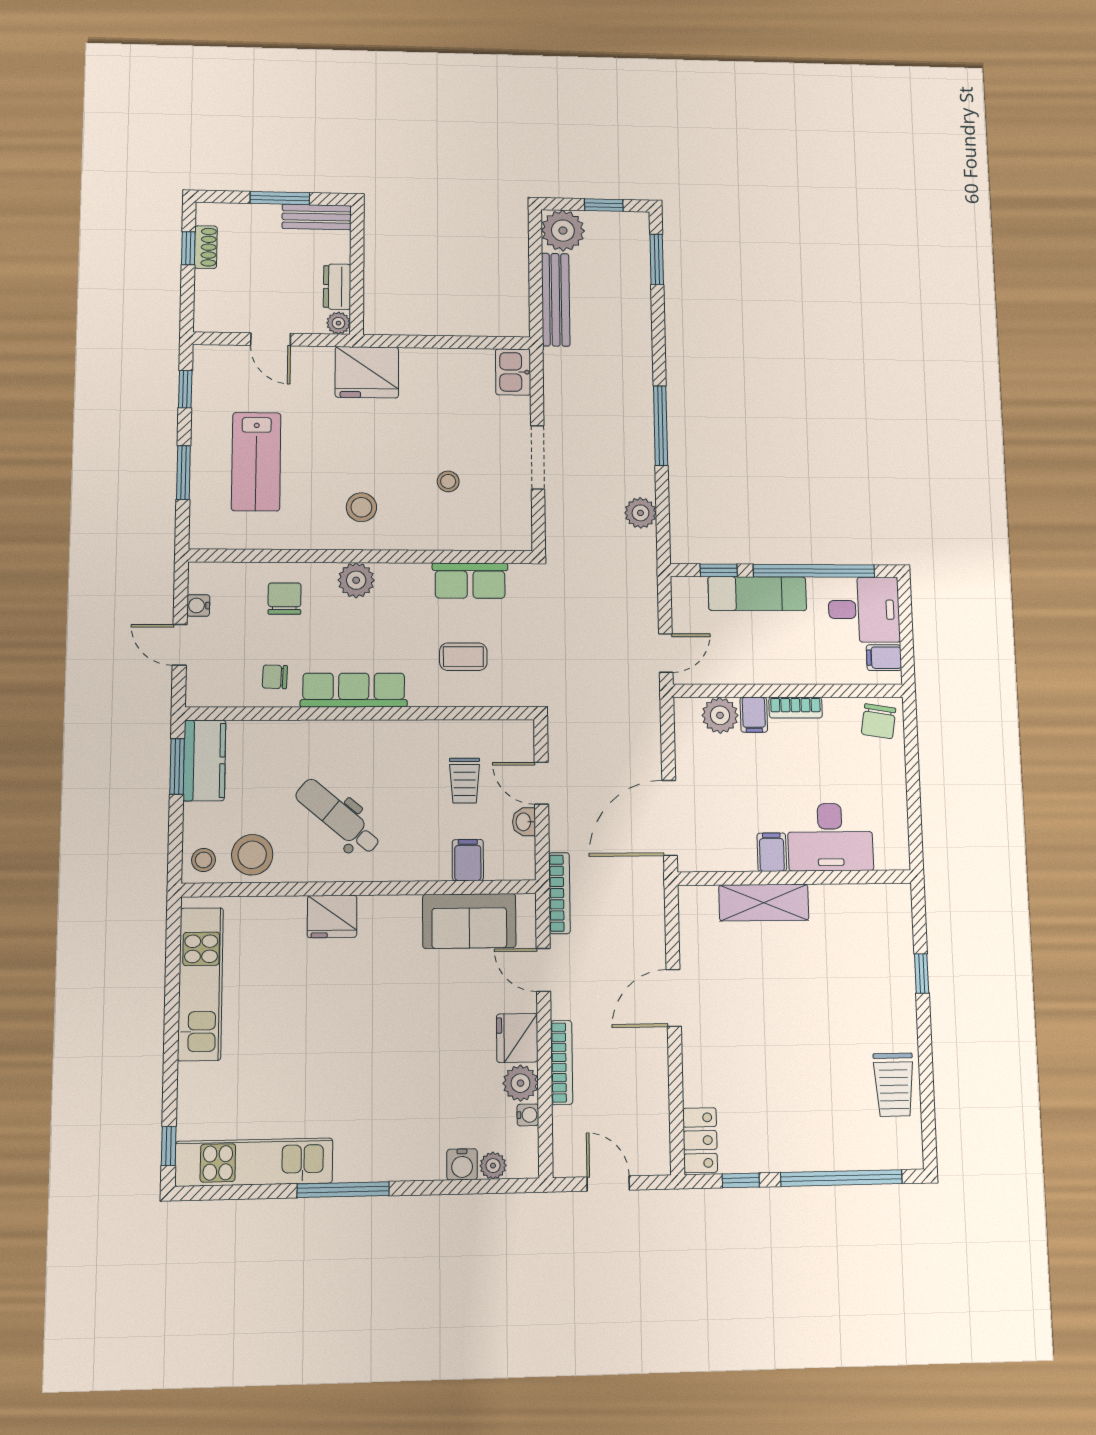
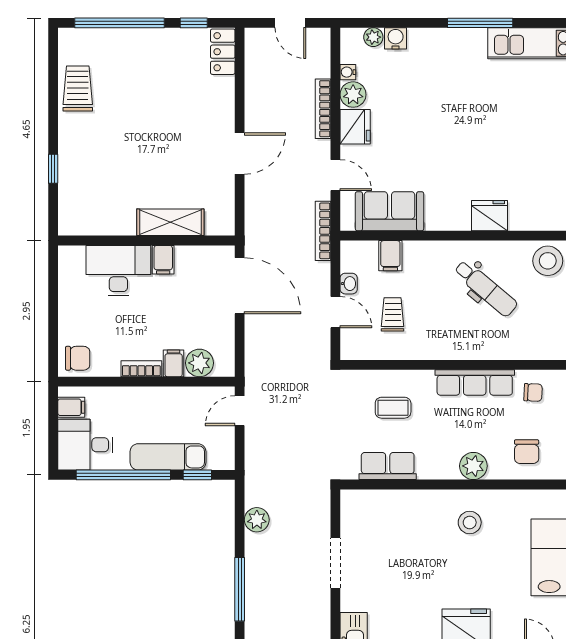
stool: (448, 481) -> (404, 543), removed
chair: (879, 721) -> (78, 358), turned 81
door: (670, 818) -> (240, 286), hinge flipped

